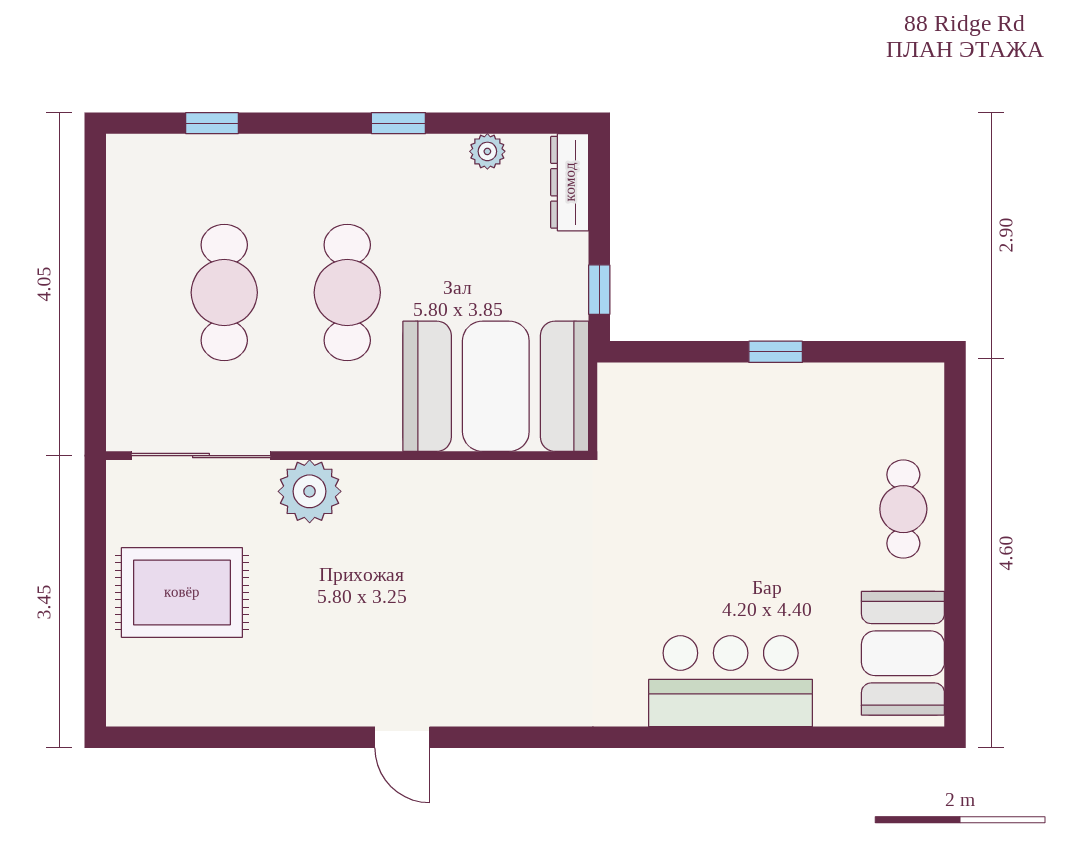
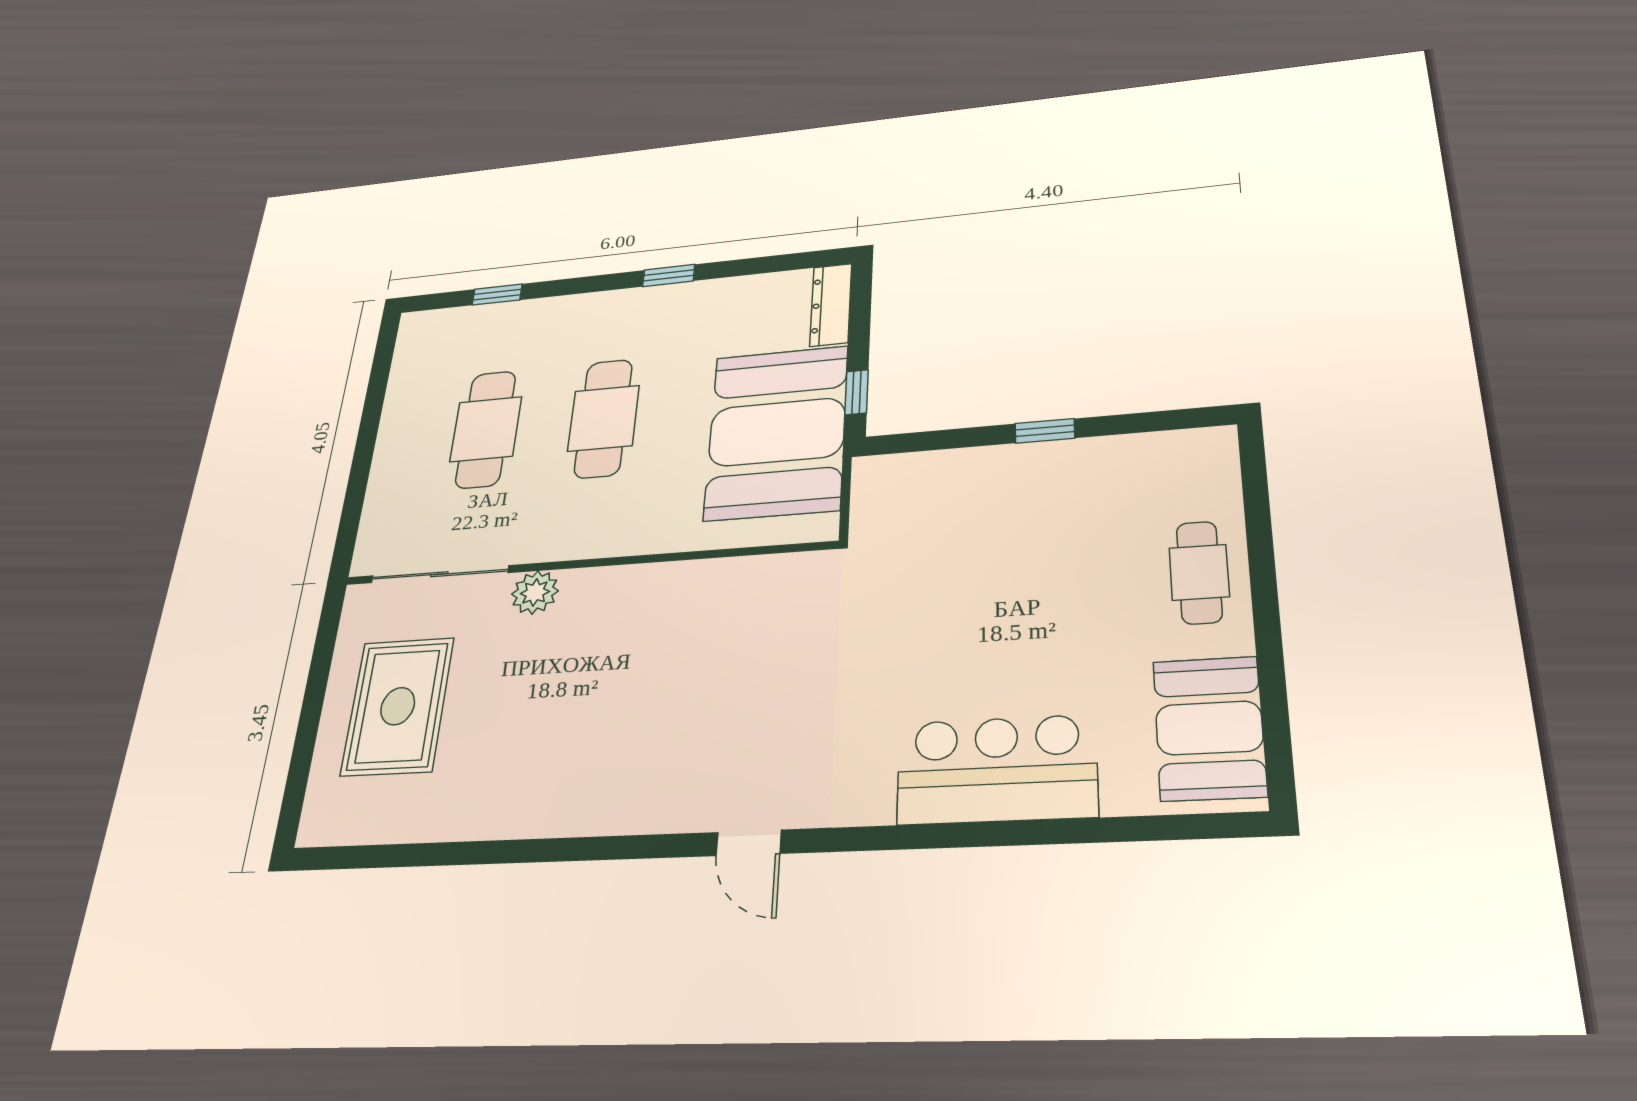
plant: (487, 151) -> (752, 289), removed
booth: (496, 386) -> (777, 432), moved, turned 90
plant: (310, 491) -> (535, 592), width x0.73, depth x0.73
rug: (182, 592) -> (398, 706), turned 90
door: (402, 737) -> (749, 843), moved

